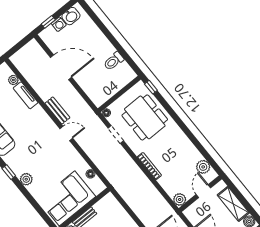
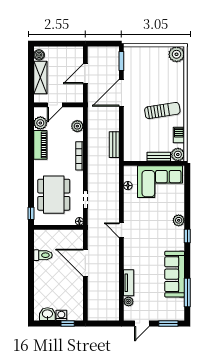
door: (61, 67) -> (85, 263), moved
bench: (57, 110) -> (114, 145), moved
piano: (189, 149) -> (40, 145), added
plant: (180, 199) -> (77, 126), moved

